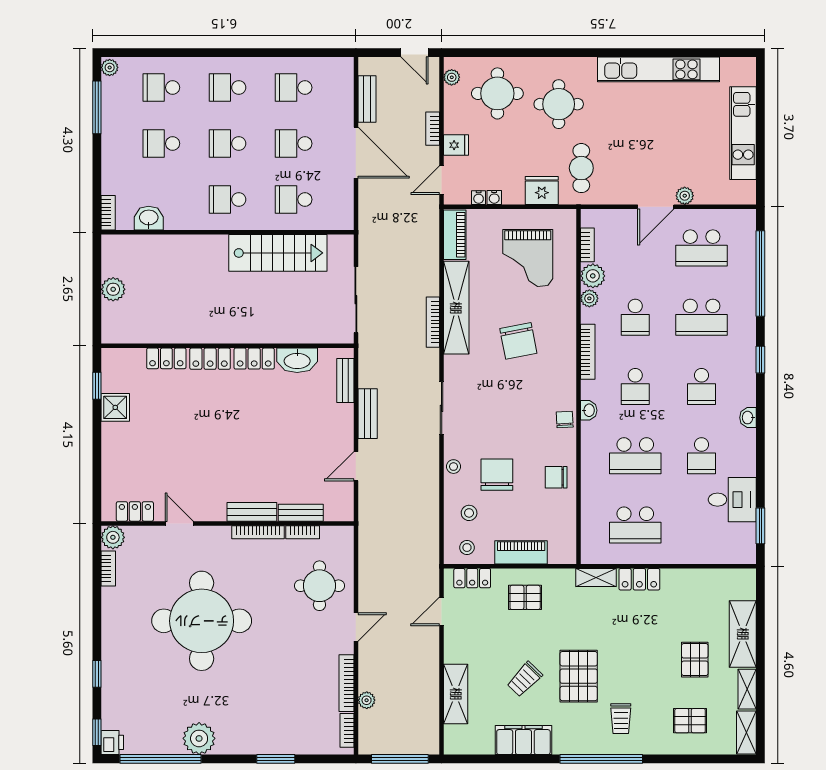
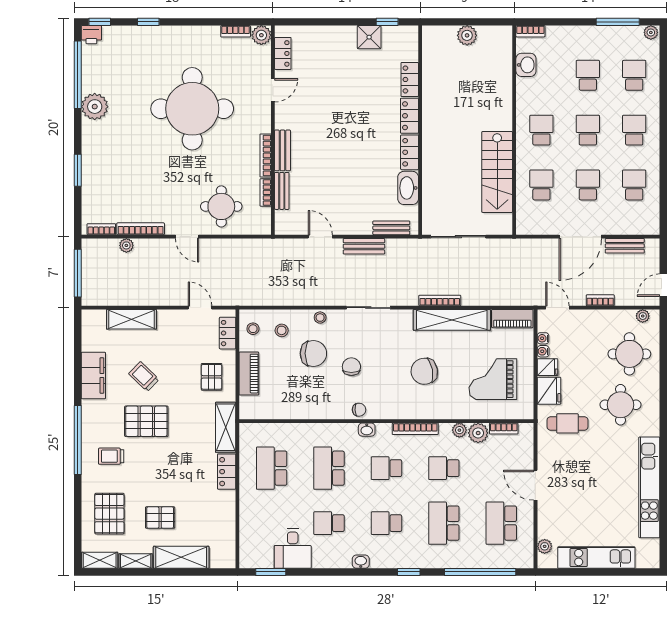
fridge: (456, 145) -> (548, 367), moved, turned -90
plant: (685, 196) -> (545, 546), moved
chair: (556, 477) -> (351, 367), moved
shelving: (596, 577) -> (226, 427), width x1.50, depth x1.33
pallet: (690, 721) -> (109, 514), width x1.50, depth x1.42

